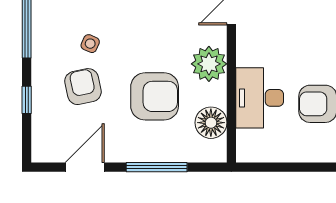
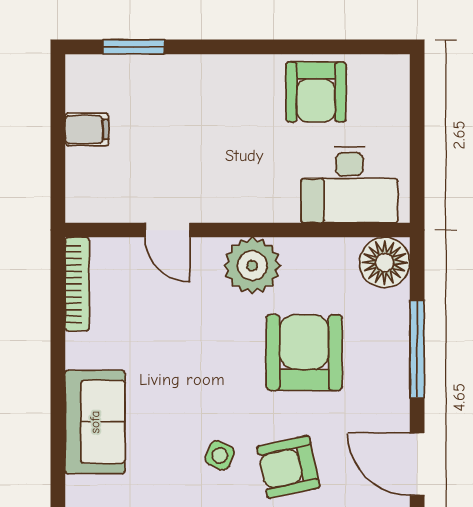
desk: (260, 98) -> (349, 185), moved
floor lamp: (211, 123) -> (385, 262), moved

